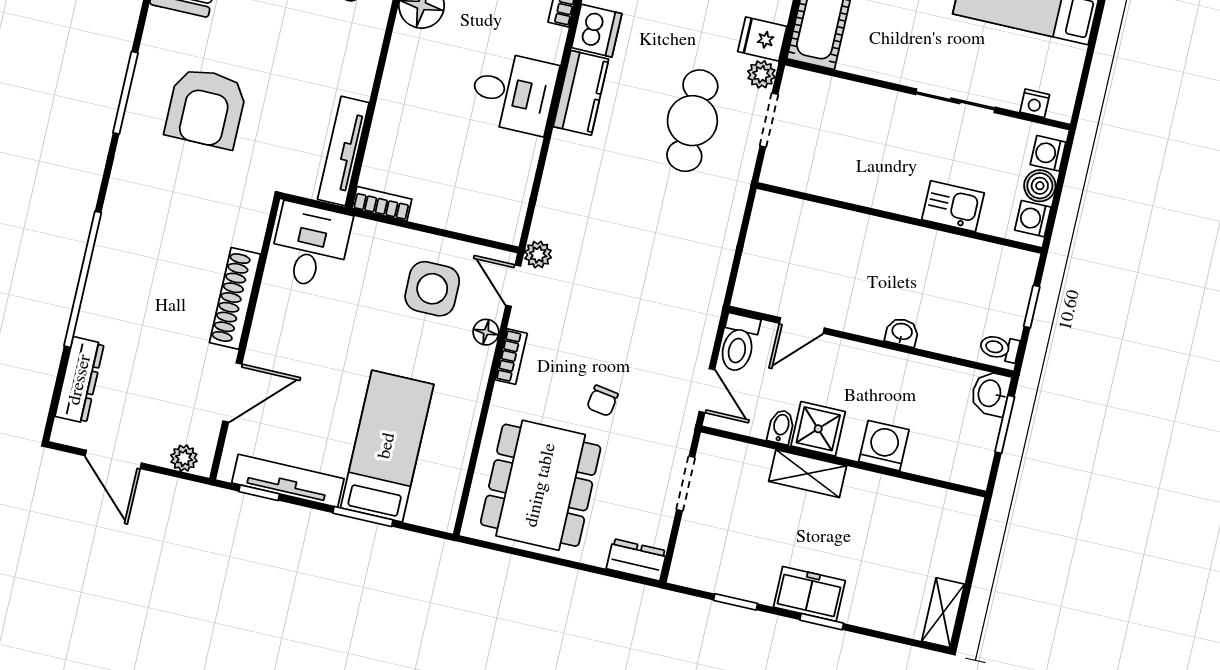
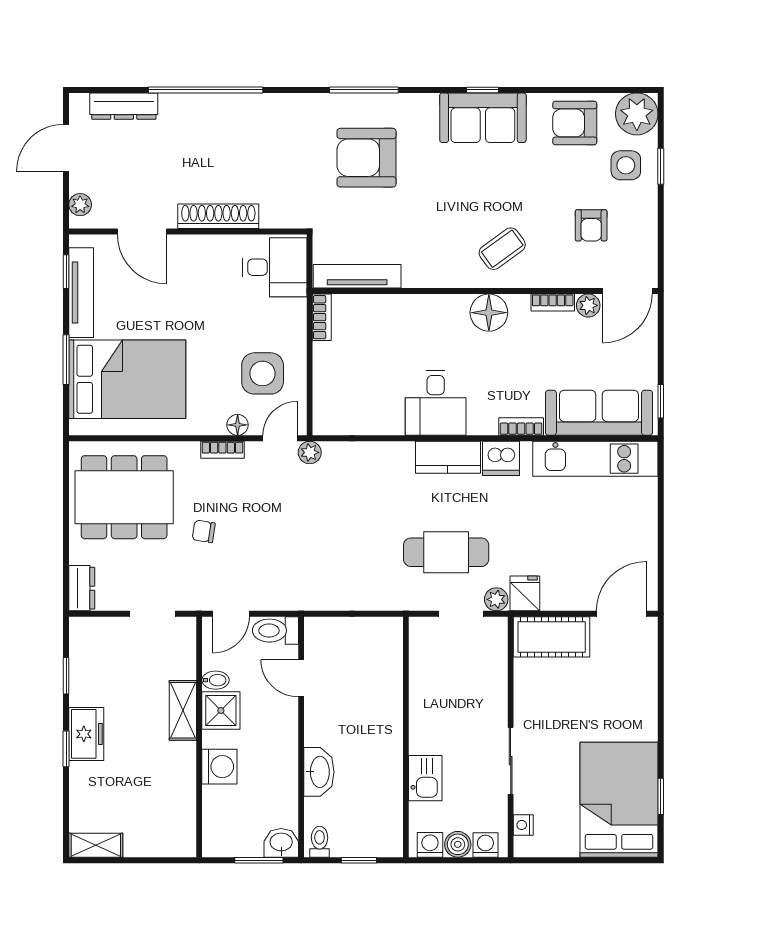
washbasin: (902, 332) -> (319, 772), width x1.91, depth x1.45
bed: (387, 446) -> (127, 379), width x1.50

